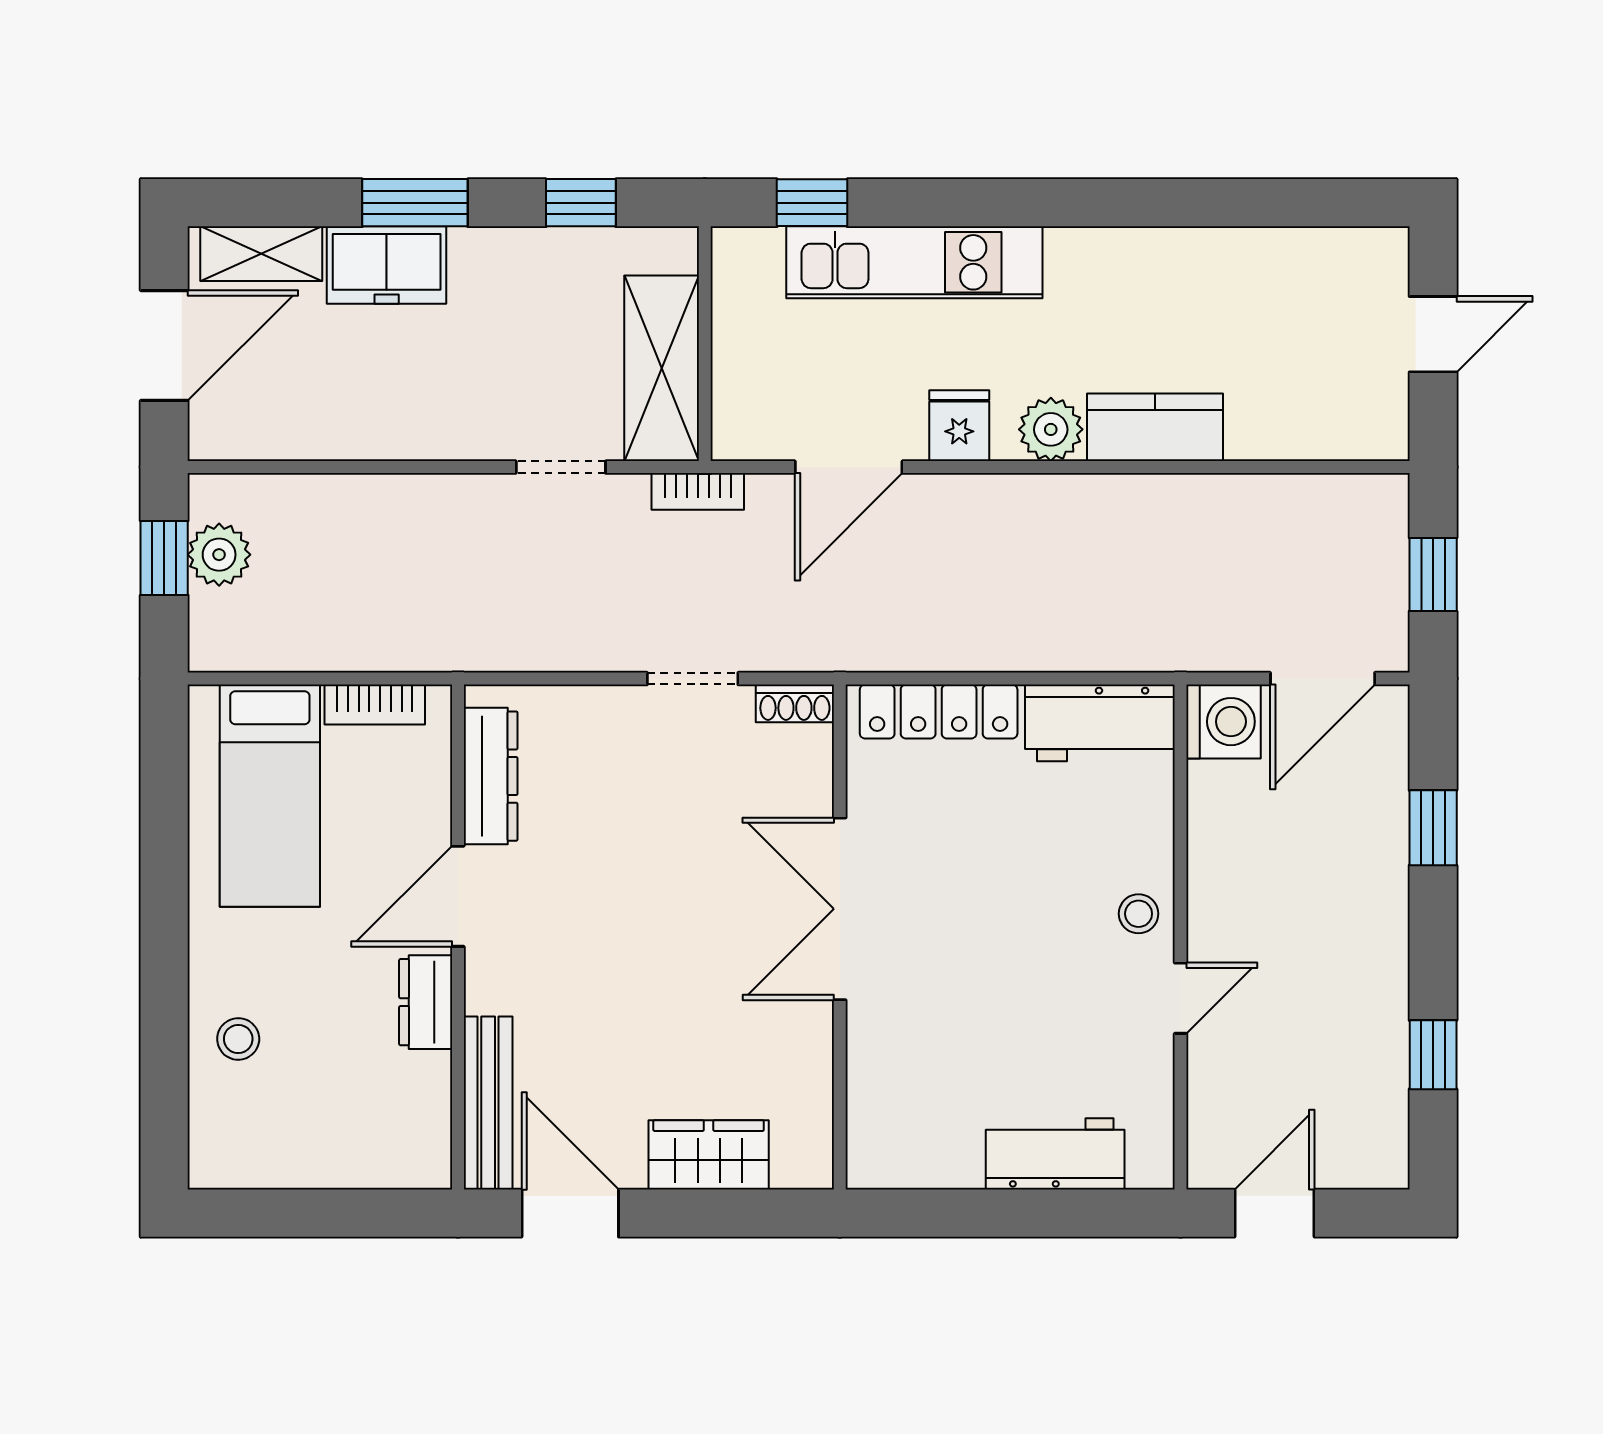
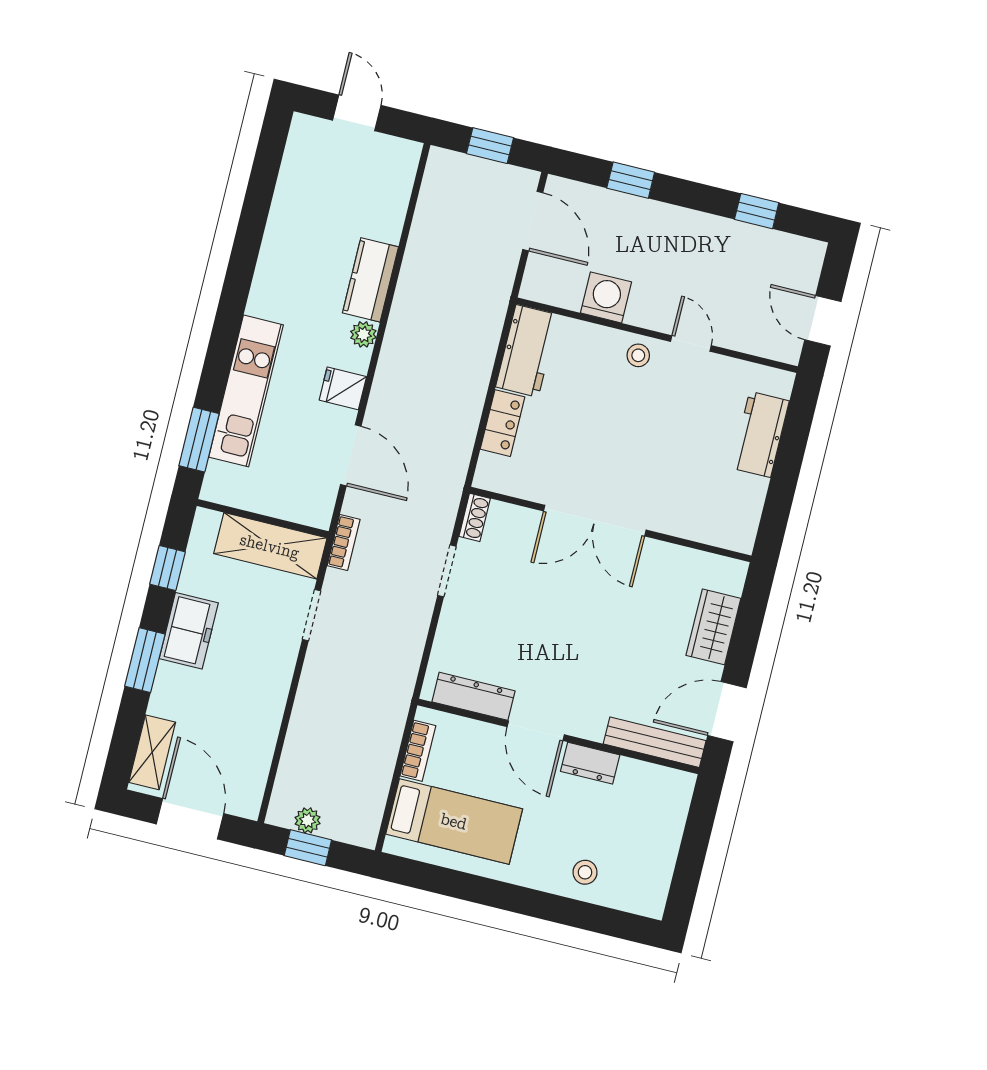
window: (812, 203) -> (199, 440), width x1.50
freezer: (387, 265) -> (189, 631), moved
plant: (1051, 429) -> (363, 334), width x0.73, depth x0.73
plant: (219, 555) -> (308, 820), width x0.73, depth x0.73
locker: (939, 712) -> (503, 423), width x0.66
washing machine: (1223, 722) -> (606, 297), moved

